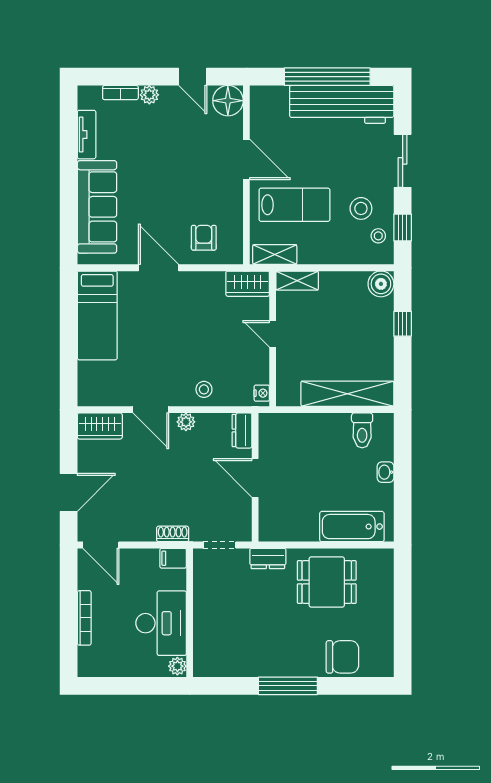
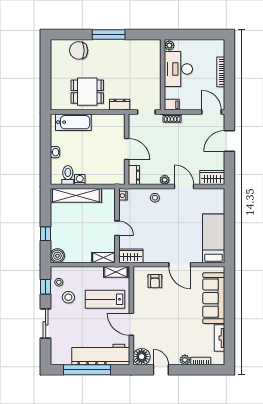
workbench: (342, 104) -> (101, 354), moved
washing machine: (340, 422) -> (80, 180), added

